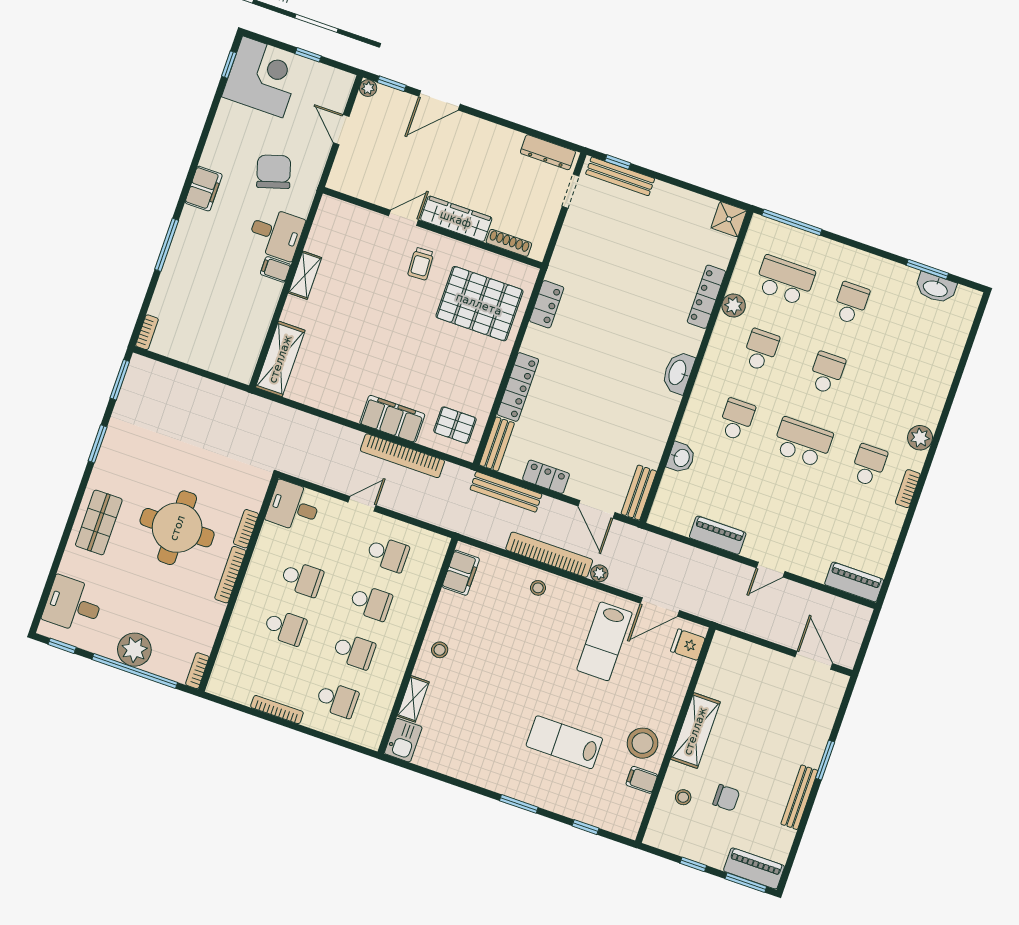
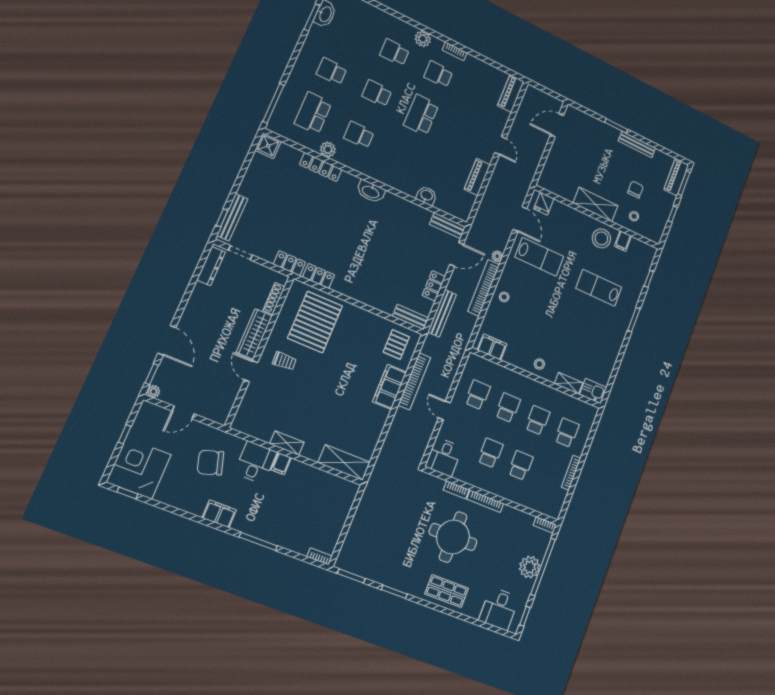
locker: (518, 387) -> (289, 263), moved, width x0.66
school desk: (737, 419) -> (395, 52), moved
lab bench: (564, 742) -> (599, 288), turned 90

